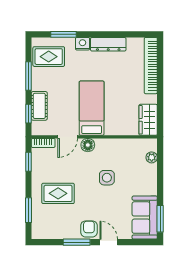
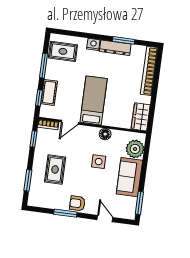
window: (63, 34) -> (124, 40), moved
floor lamp: (88, 145) -> (105, 134), moved
plant: (152, 157) -> (135, 149), width x1.87, depth x1.87
rug: (58, 193) -> (55, 169), turned 90
sofa: (145, 218) -> (129, 177), moved
armchair: (89, 229) -> (77, 203), turned -90
door: (109, 242) -> (105, 219), moved

